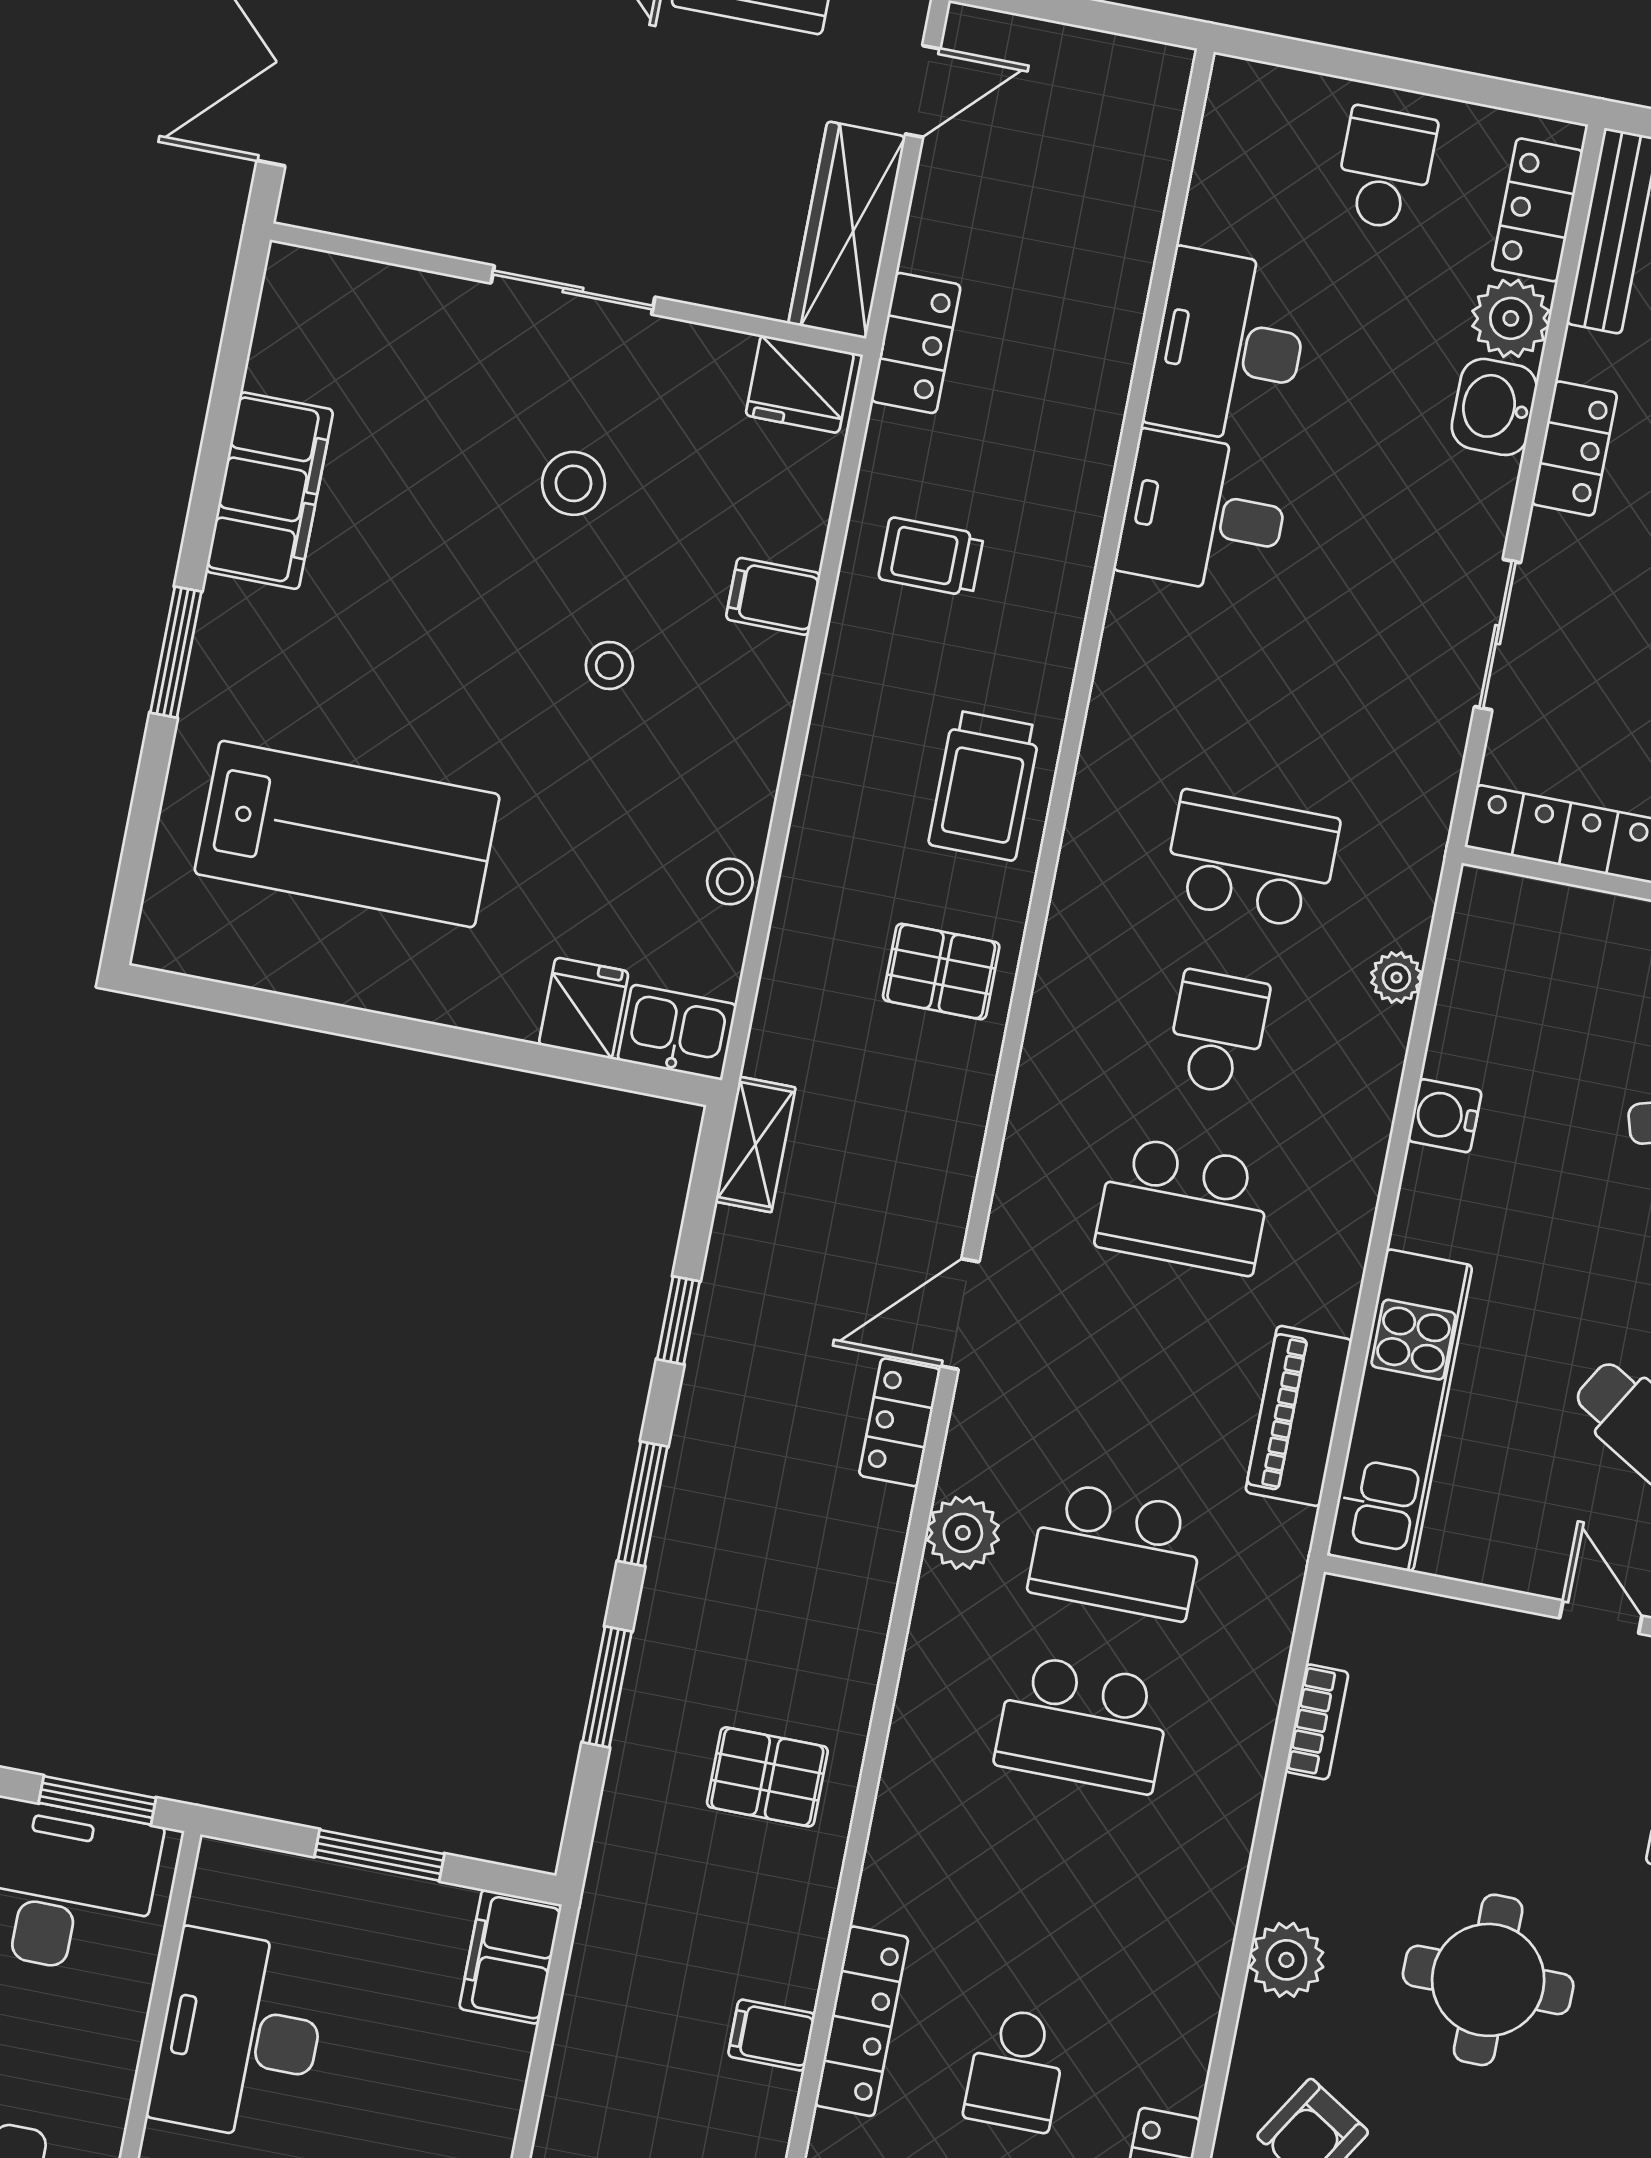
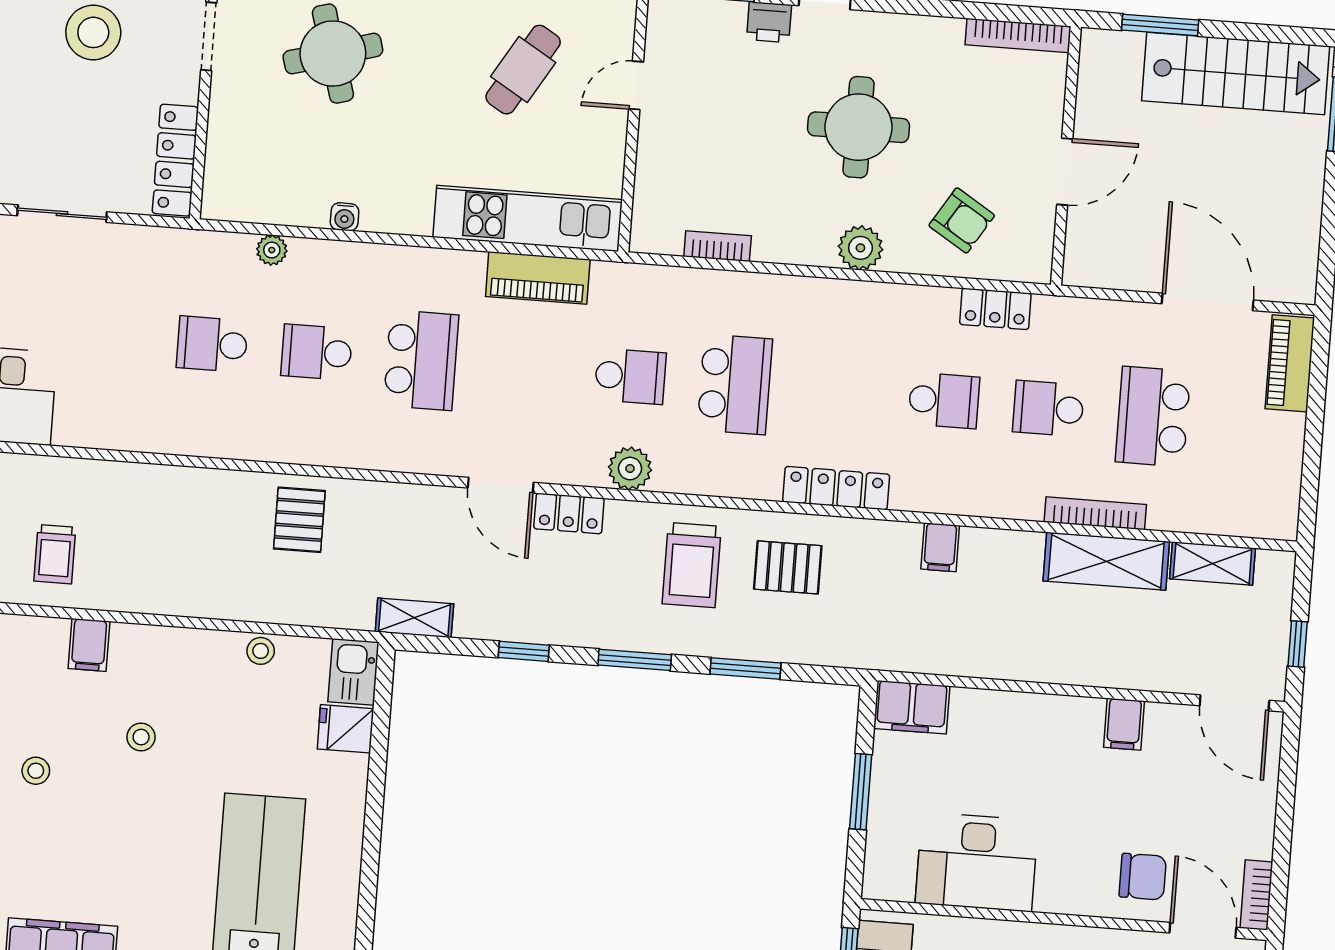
stool: (573, 483) -> (36, 771), width x0.73, depth x0.73
trolley: (984, 786) -> (692, 565), moved, turned 90
school desk: (1251, 860) -> (212, 344), width x0.54
water cooler: (1445, 1116) -> (345, 217), width x0.72, depth x0.72
school desk: (1117, 1551) -> (630, 376), width x0.54
pallet: (767, 1777) -> (788, 567), turned 90
locker: (862, 2021) -> (836, 488), moved

